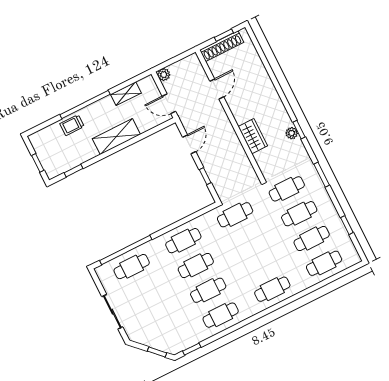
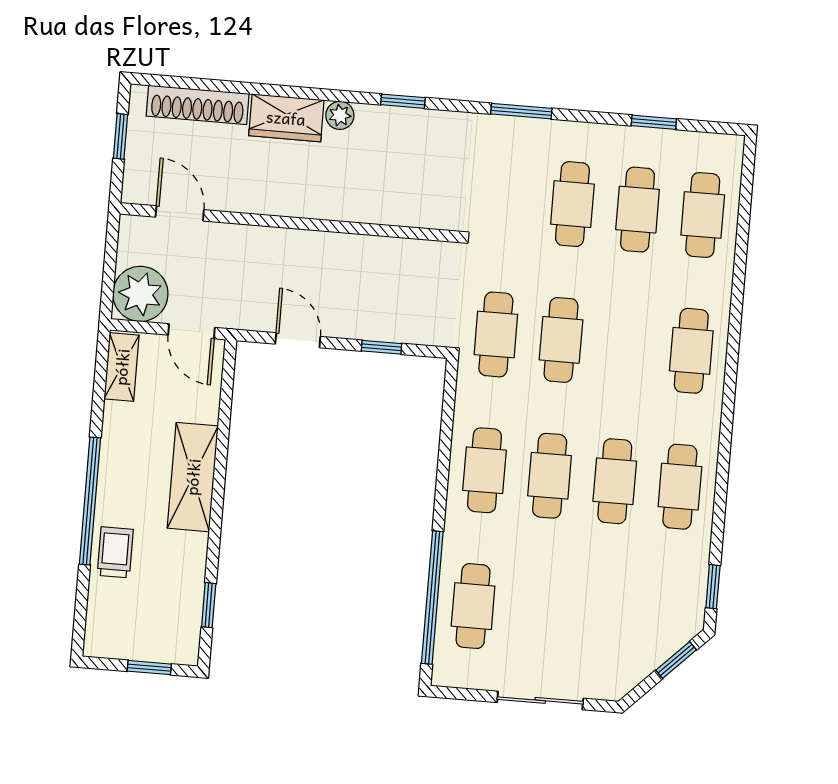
shoe rack: (222, 46) -> (198, 105), moved, turned 90
plant: (164, 75) -> (140, 294), width x1.88, depth x1.88
door: (217, 89) -> (180, 213), moved
shelving: (126, 94) -> (122, 367), moved
door: (169, 104) -> (192, 331), hinge flipped
trolley: (72, 125) -> (115, 552), turned 180
plant: (292, 133) -> (340, 115), moved
wardrobe: (253, 136) -> (286, 118), moved, turned 180
cafe table: (287, 189) -> (561, 340), moved

